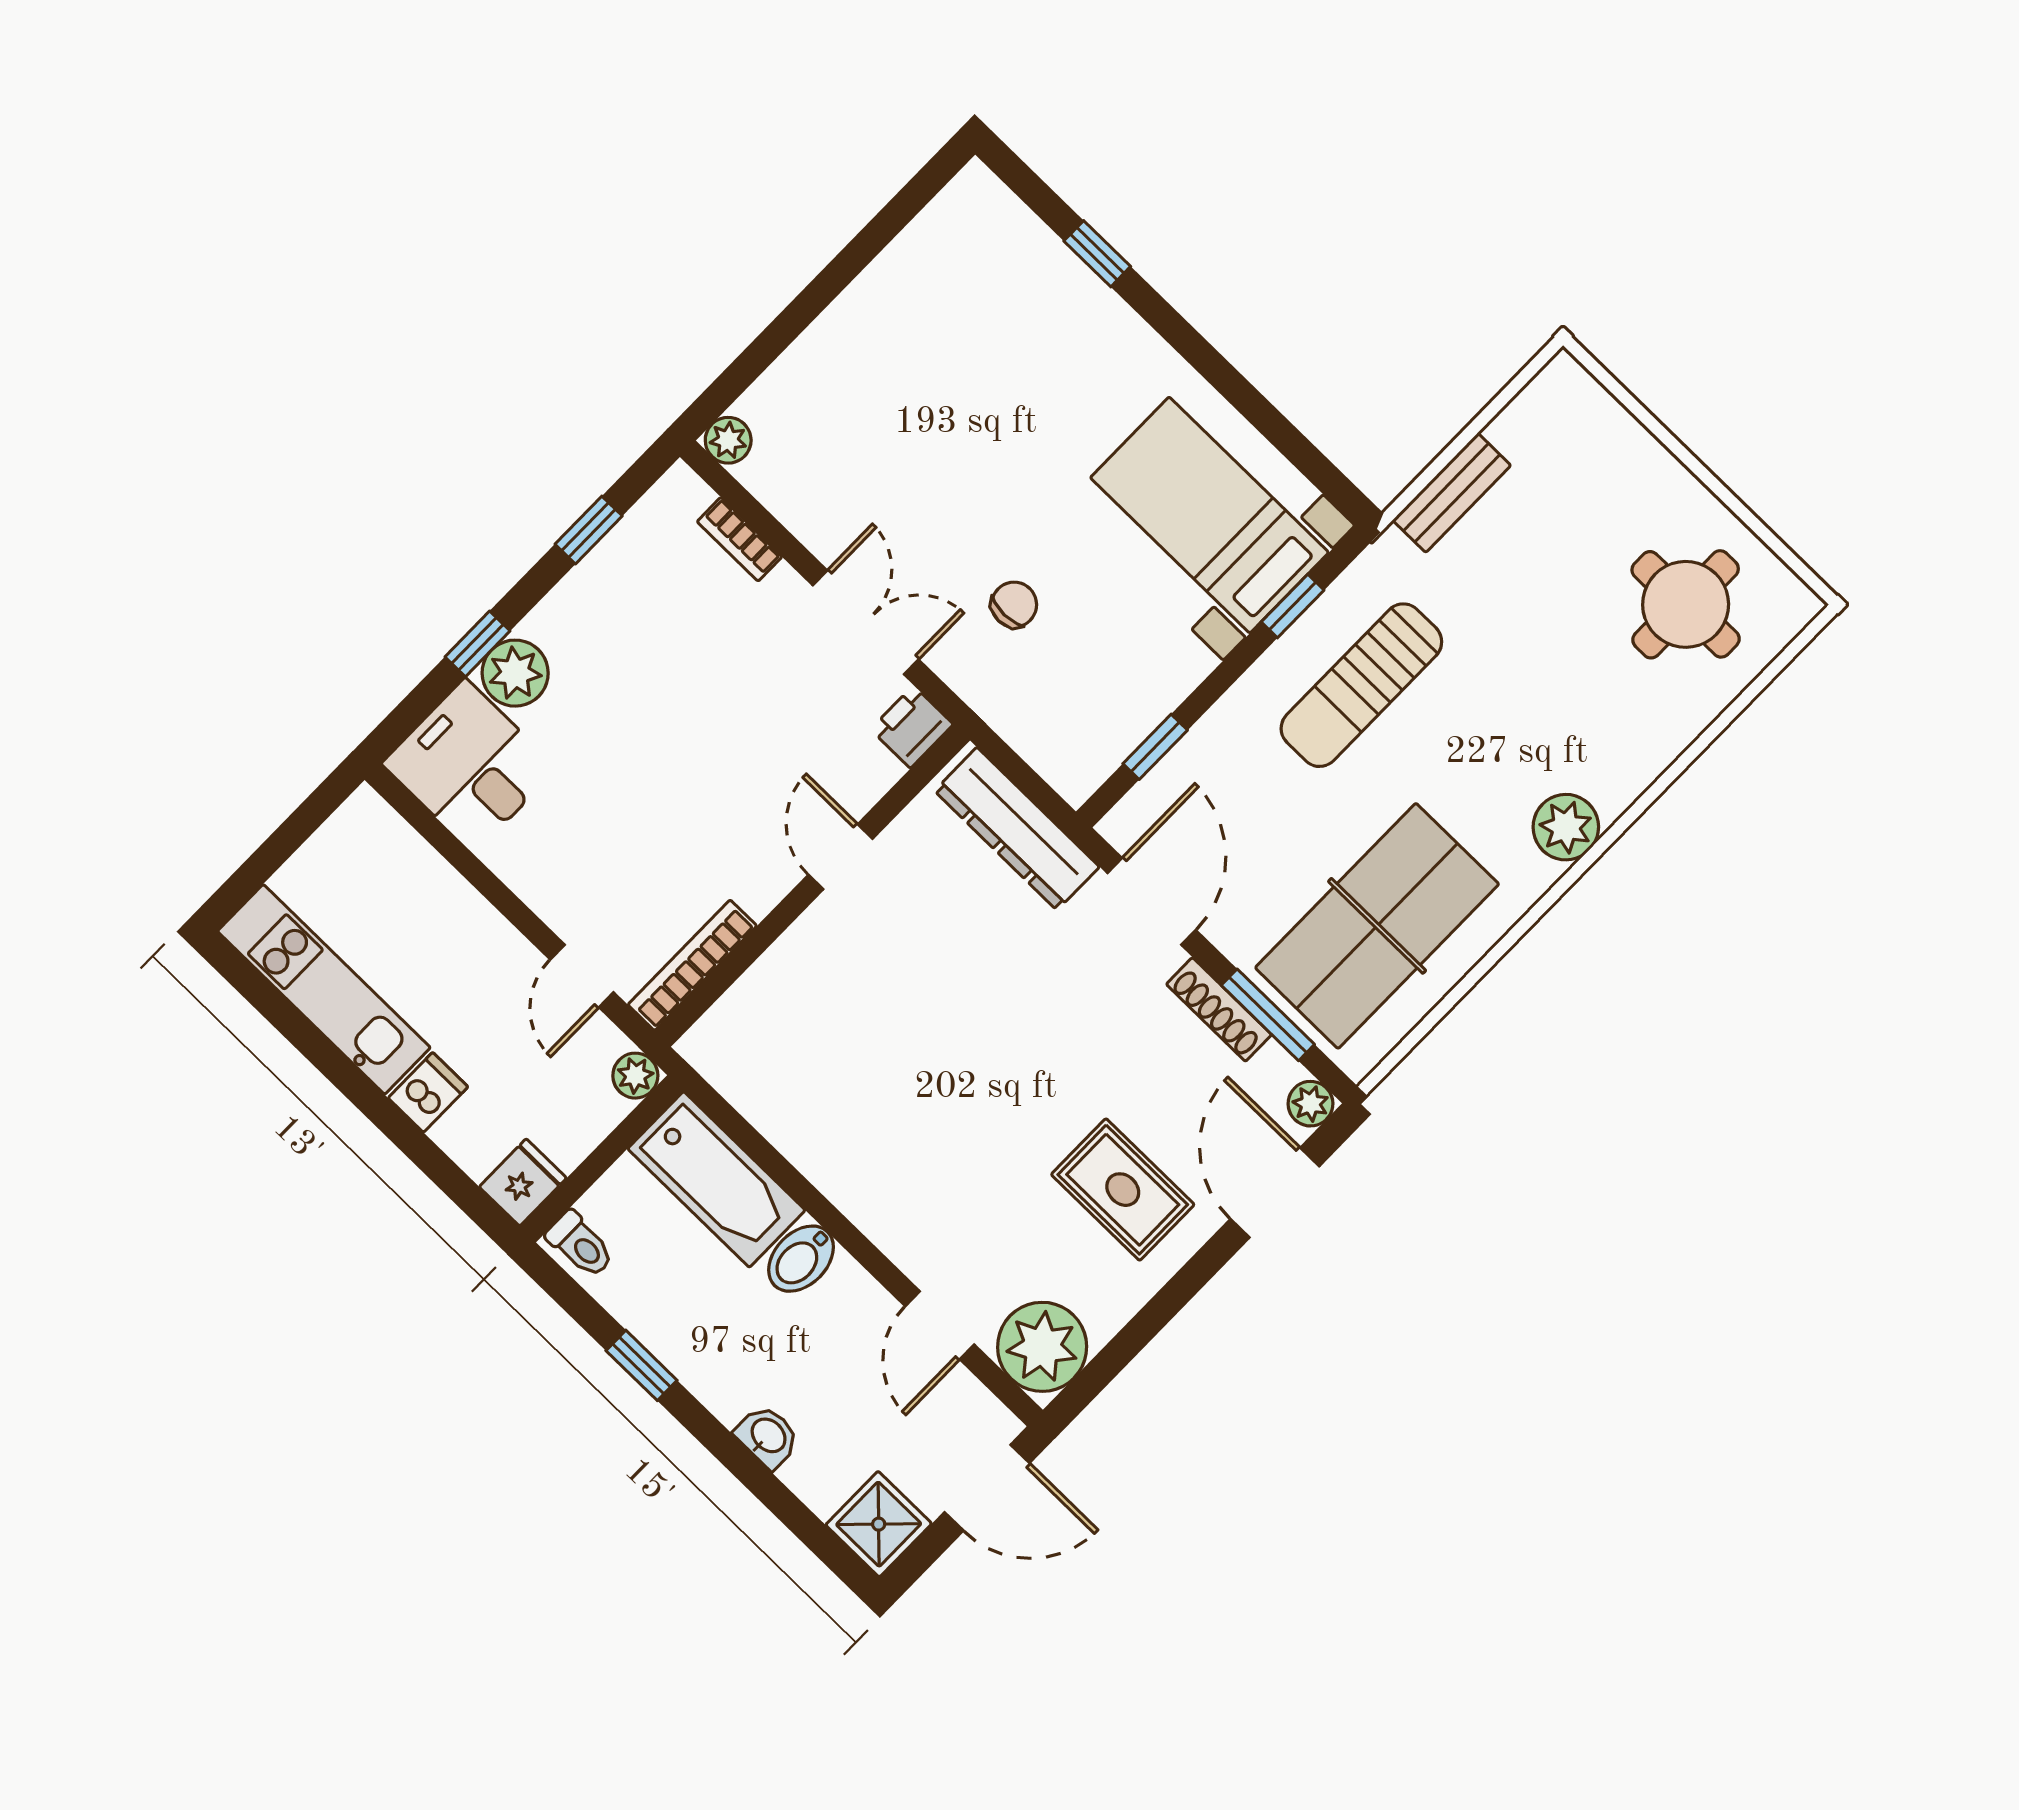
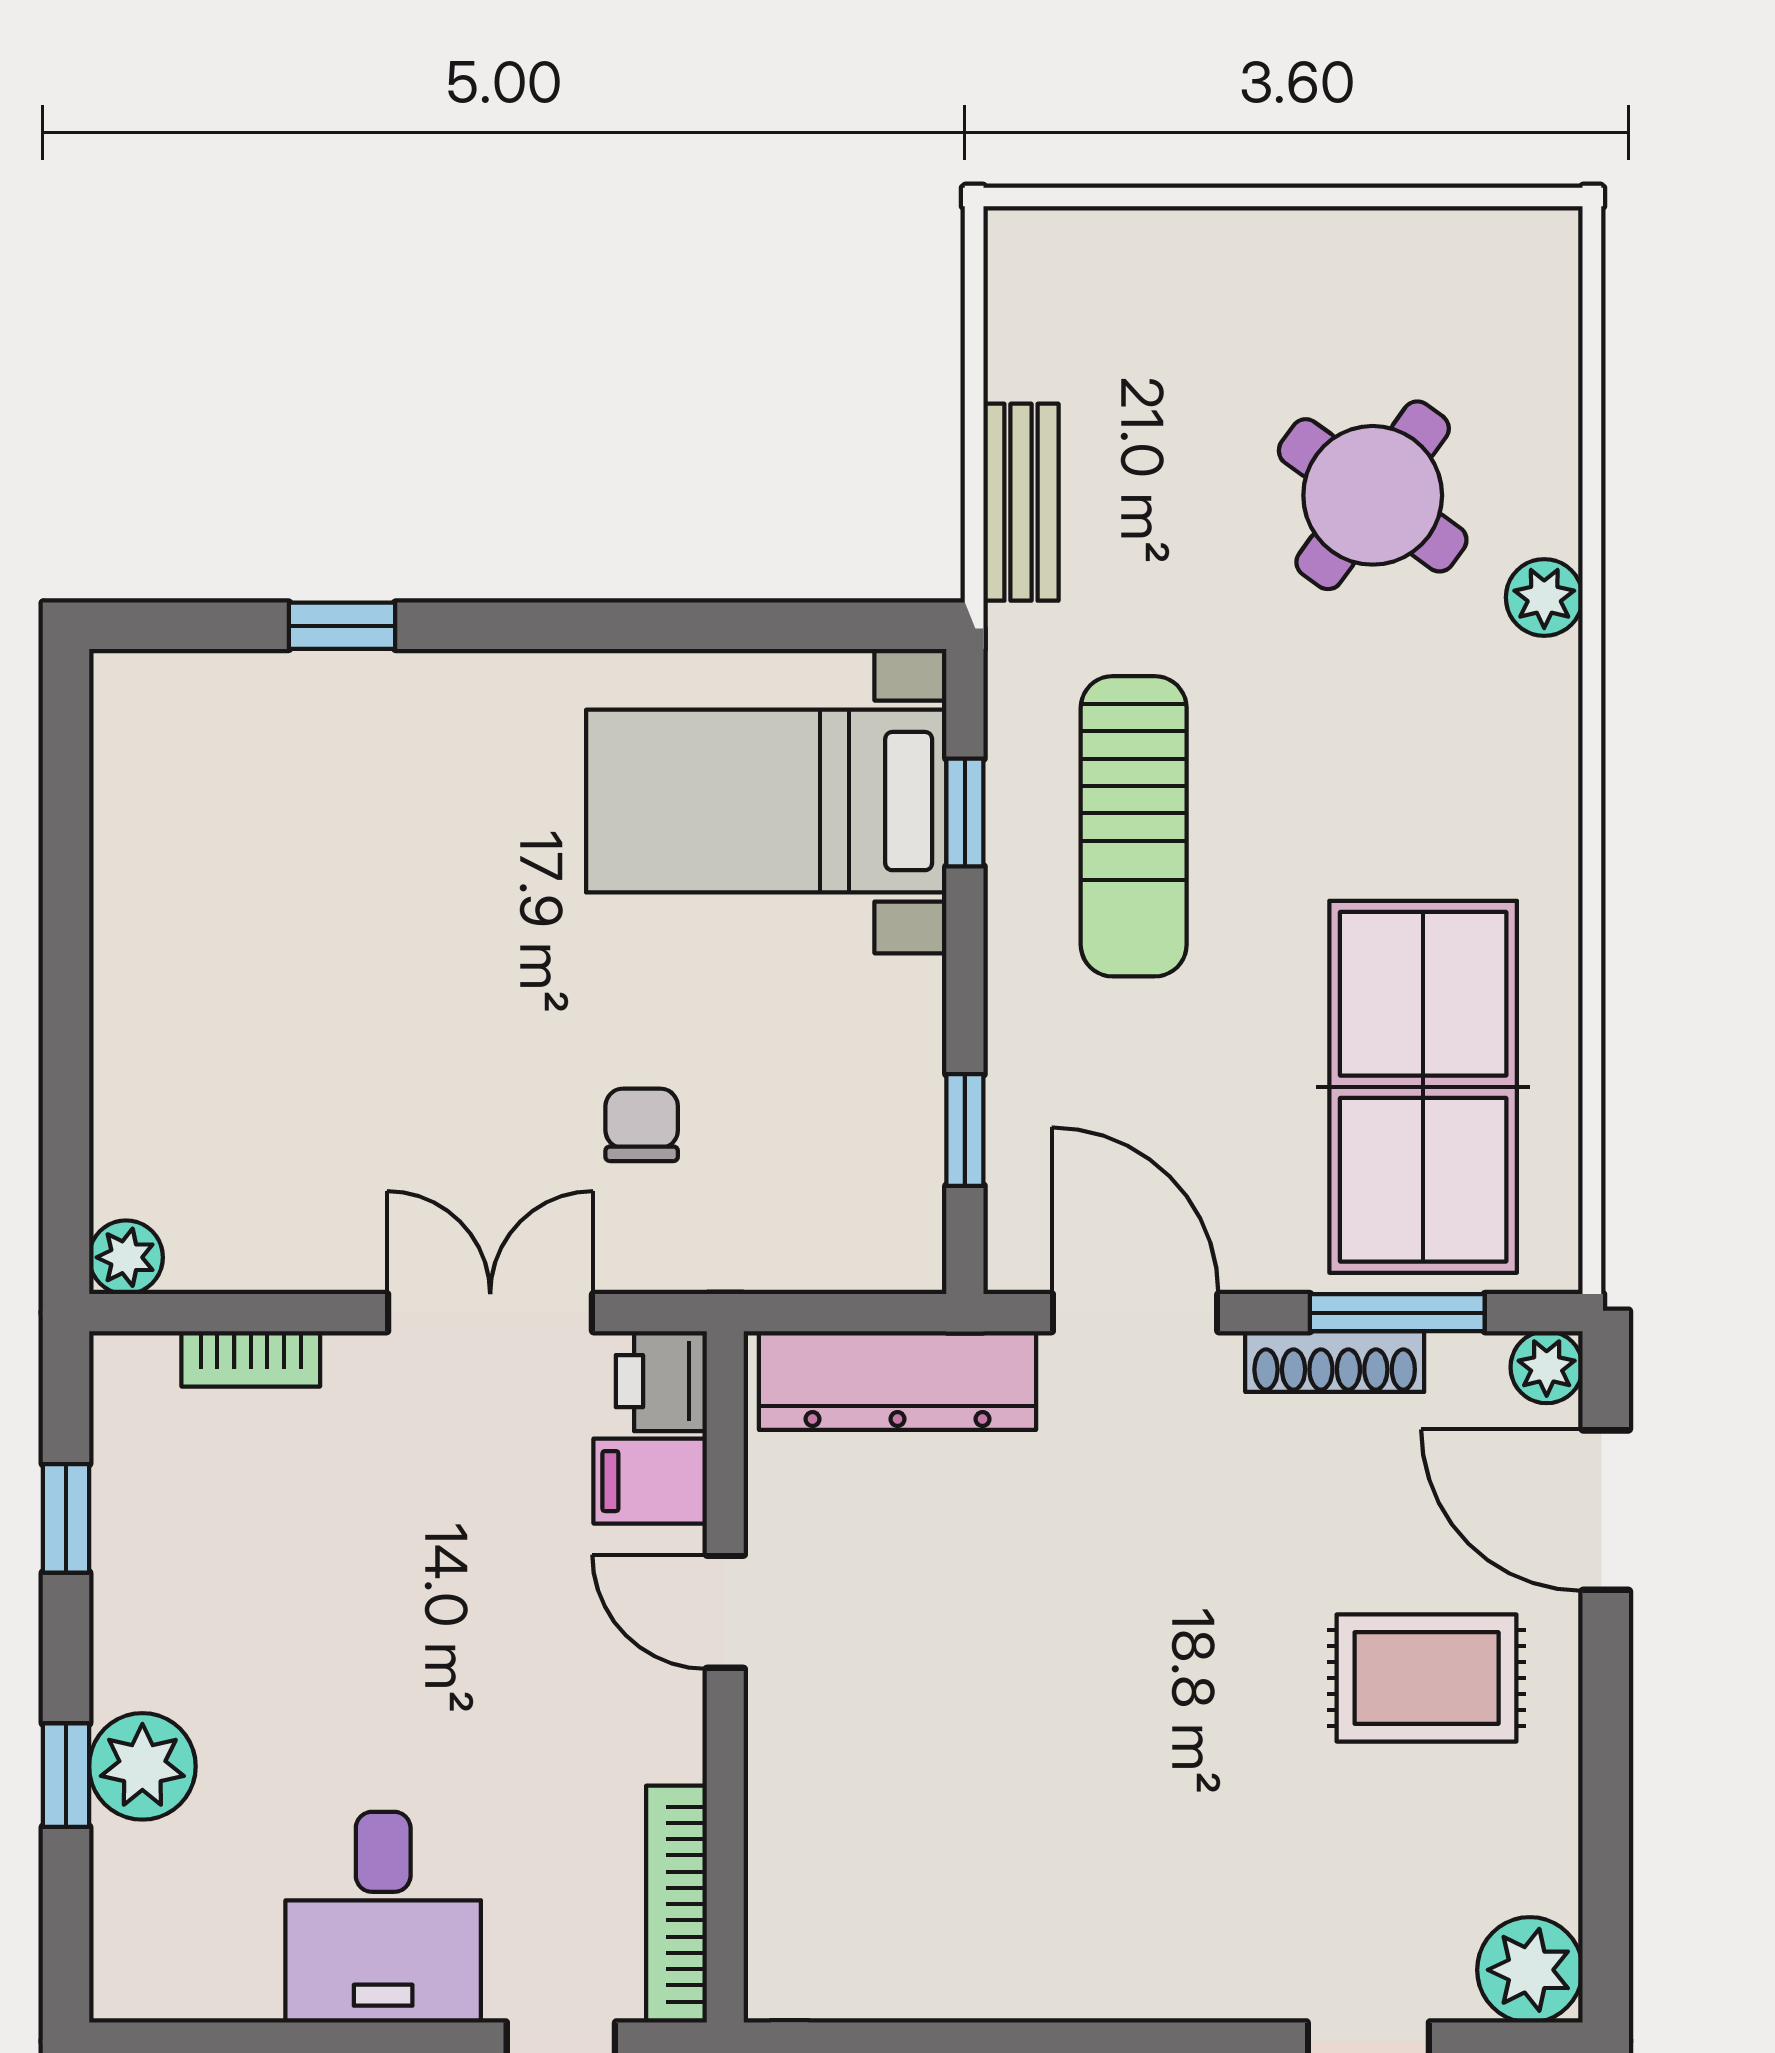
round table: (1686, 604) -> (1373, 495), moved, turned 36
desk: (470, 766) -> (383, 1917), moved, turned -90
filing cabinet: (864, 766) -> (650, 1481), added
plant: (1566, 827) -> (1544, 597), moved, width x0.73, depth x0.73
plant: (1042, 1347) -> (1530, 1970), width x0.73, depth x0.73

